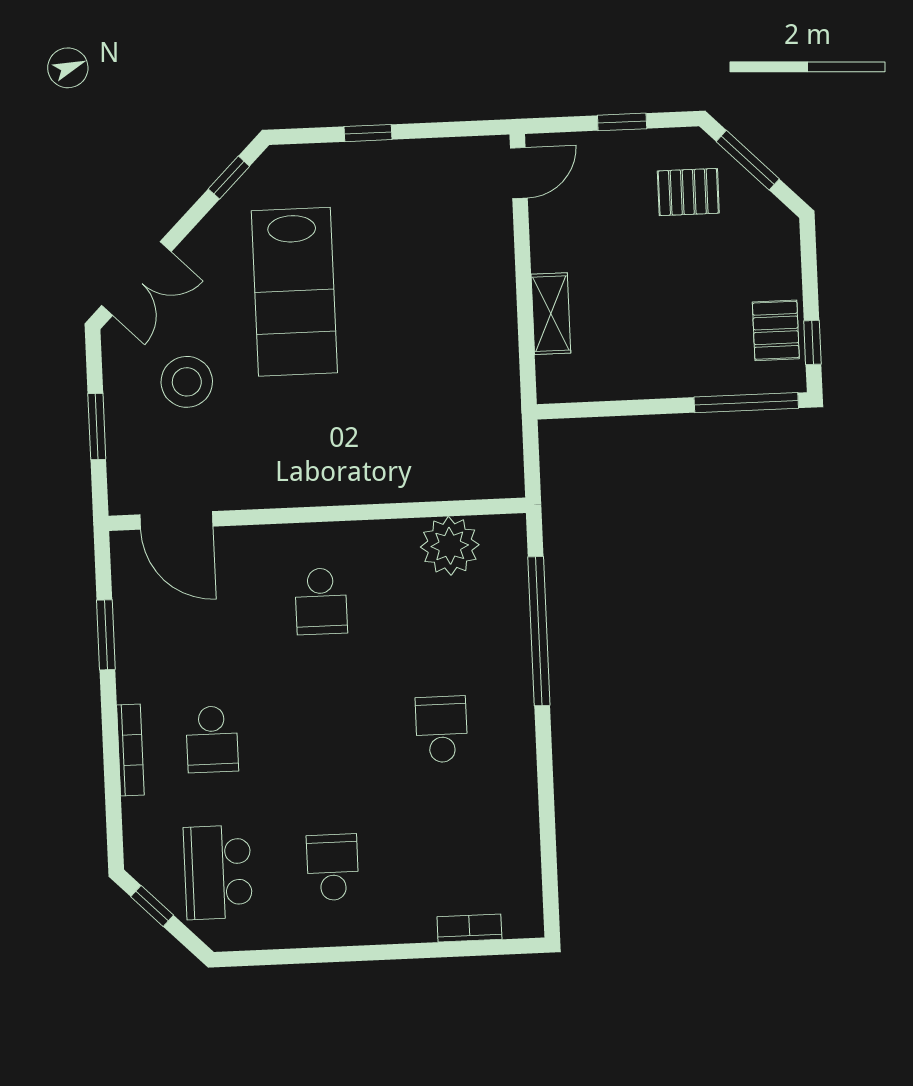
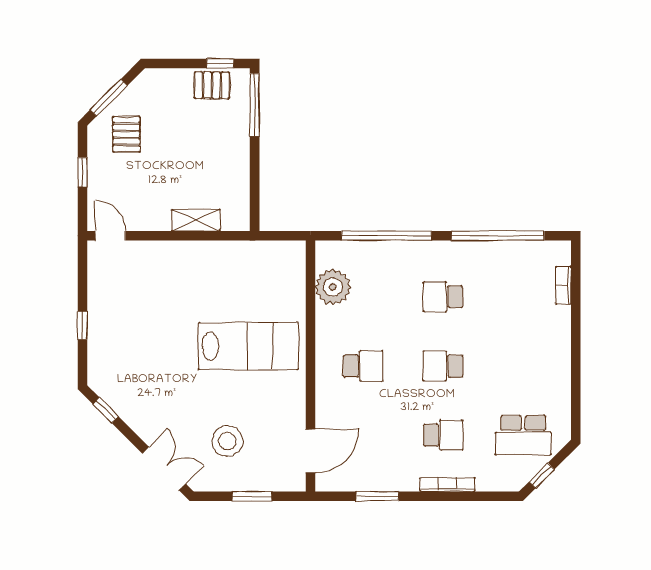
lab bench: (294, 292) -> (248, 346), moved
window: (547, 816) -> (498, 236), added
school desk: (333, 867) -> (443, 366), moved

